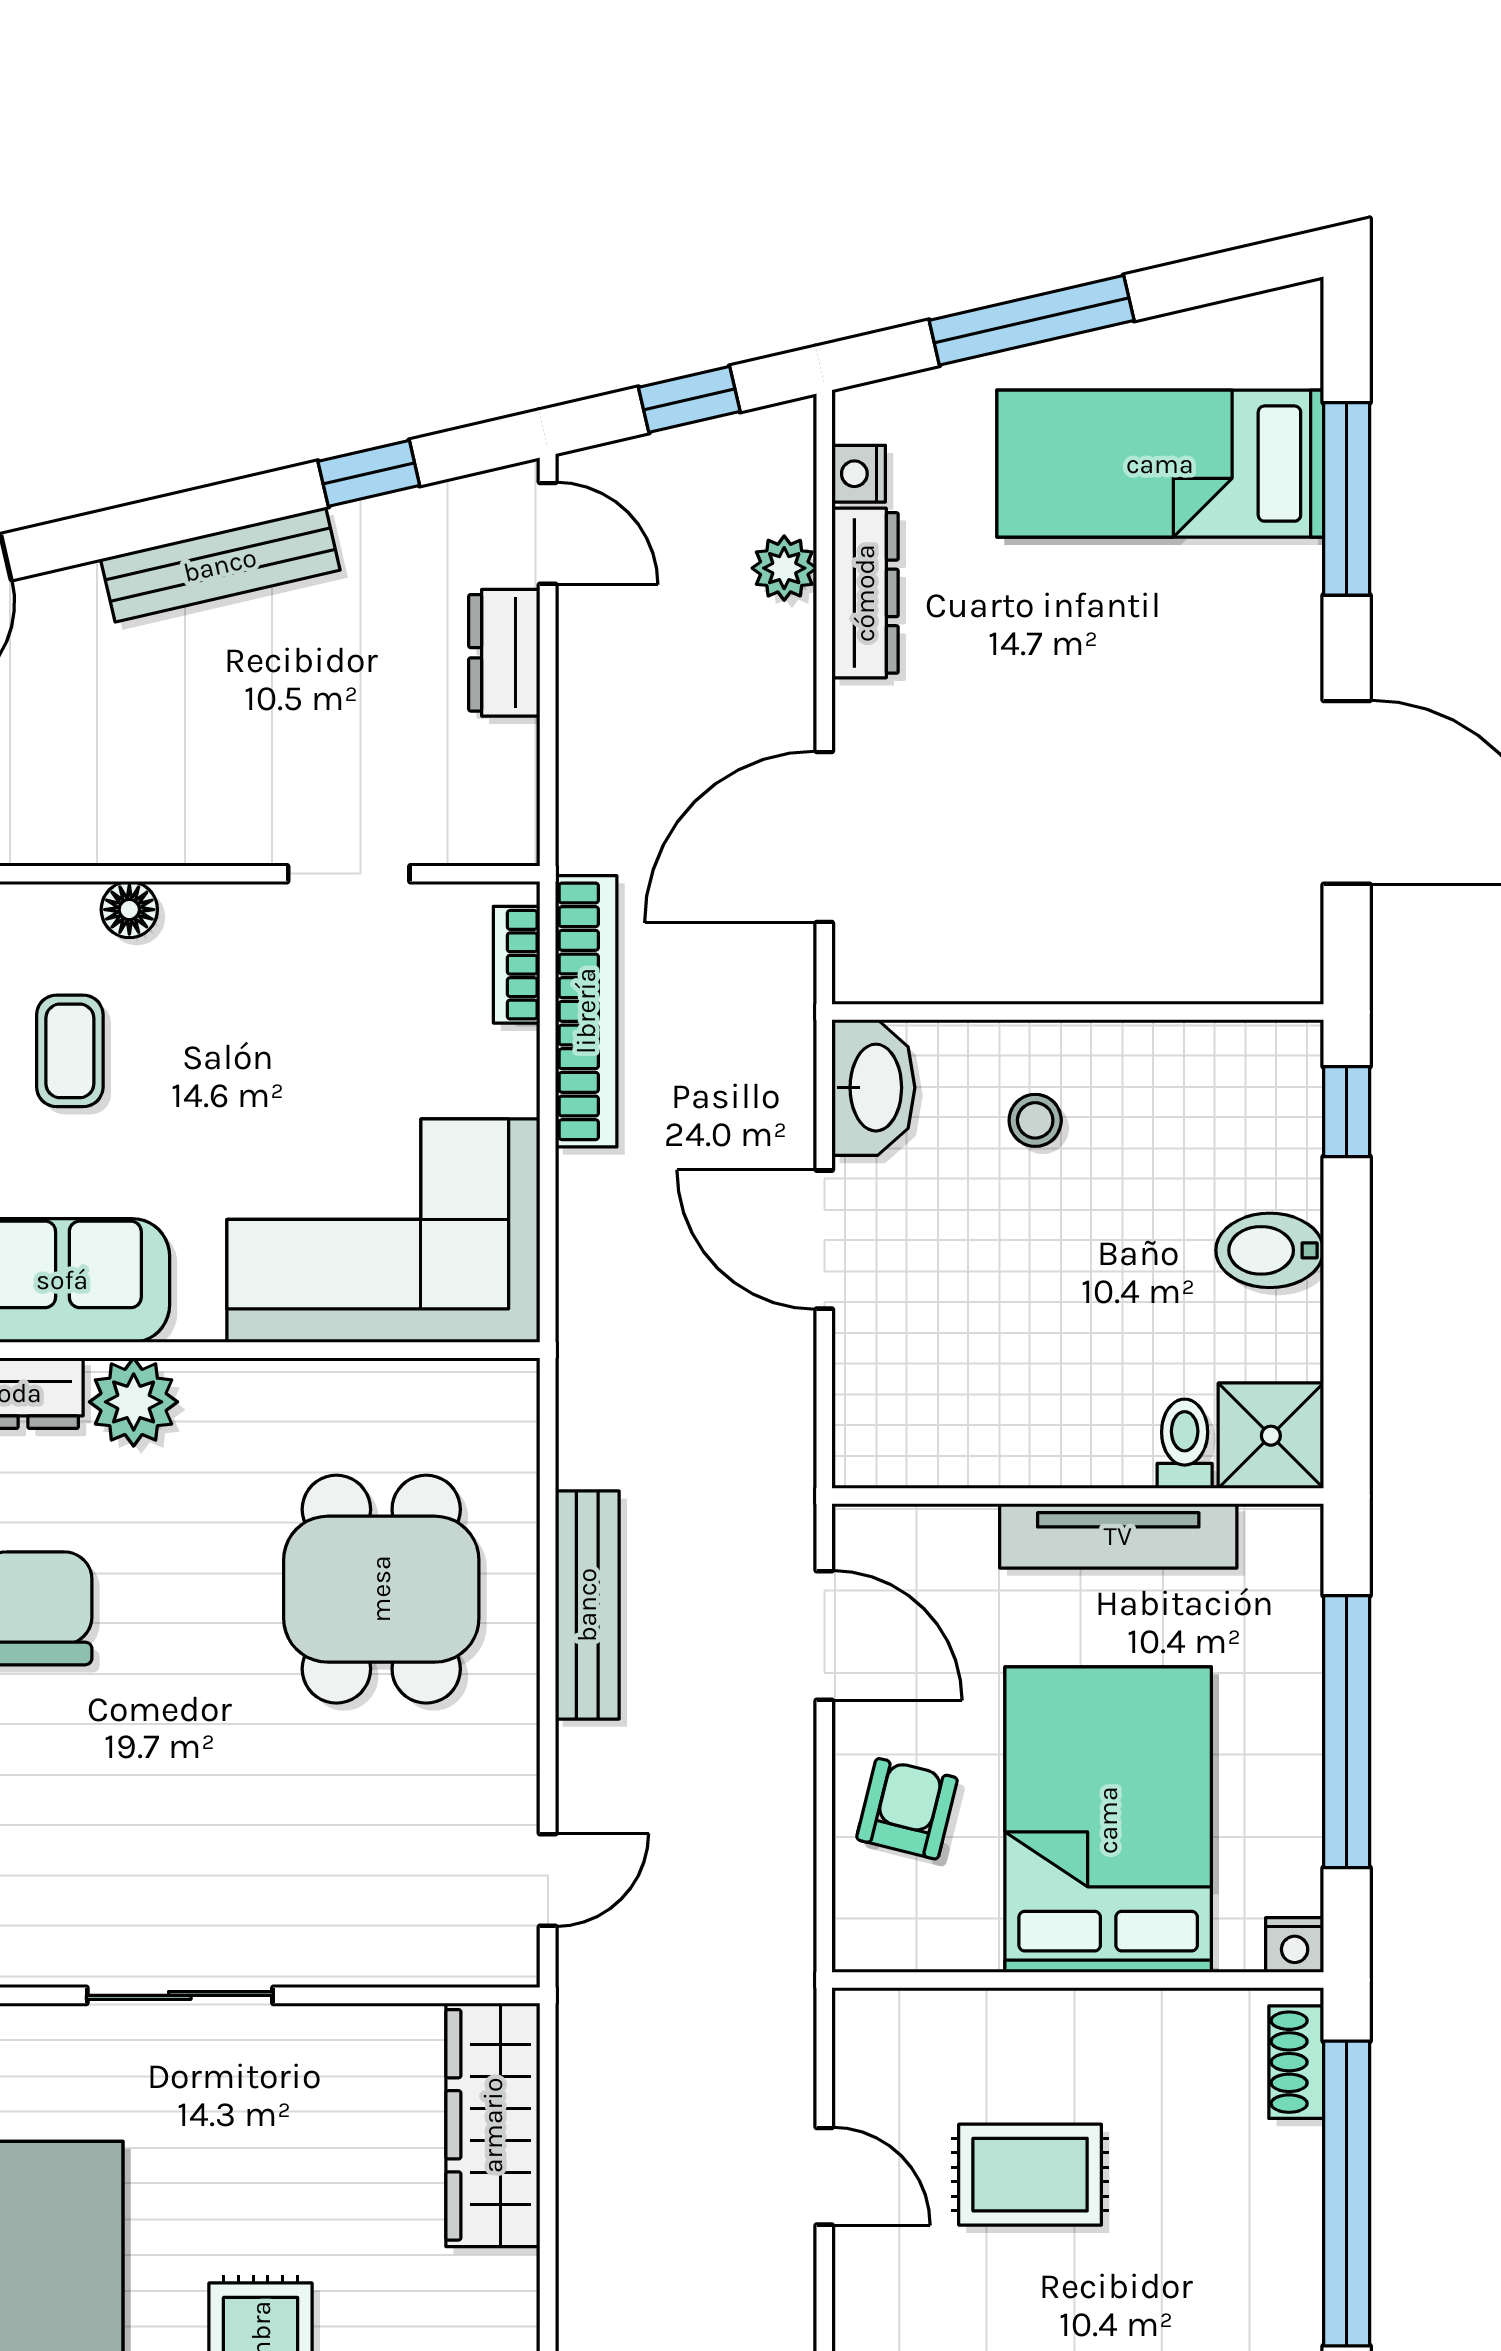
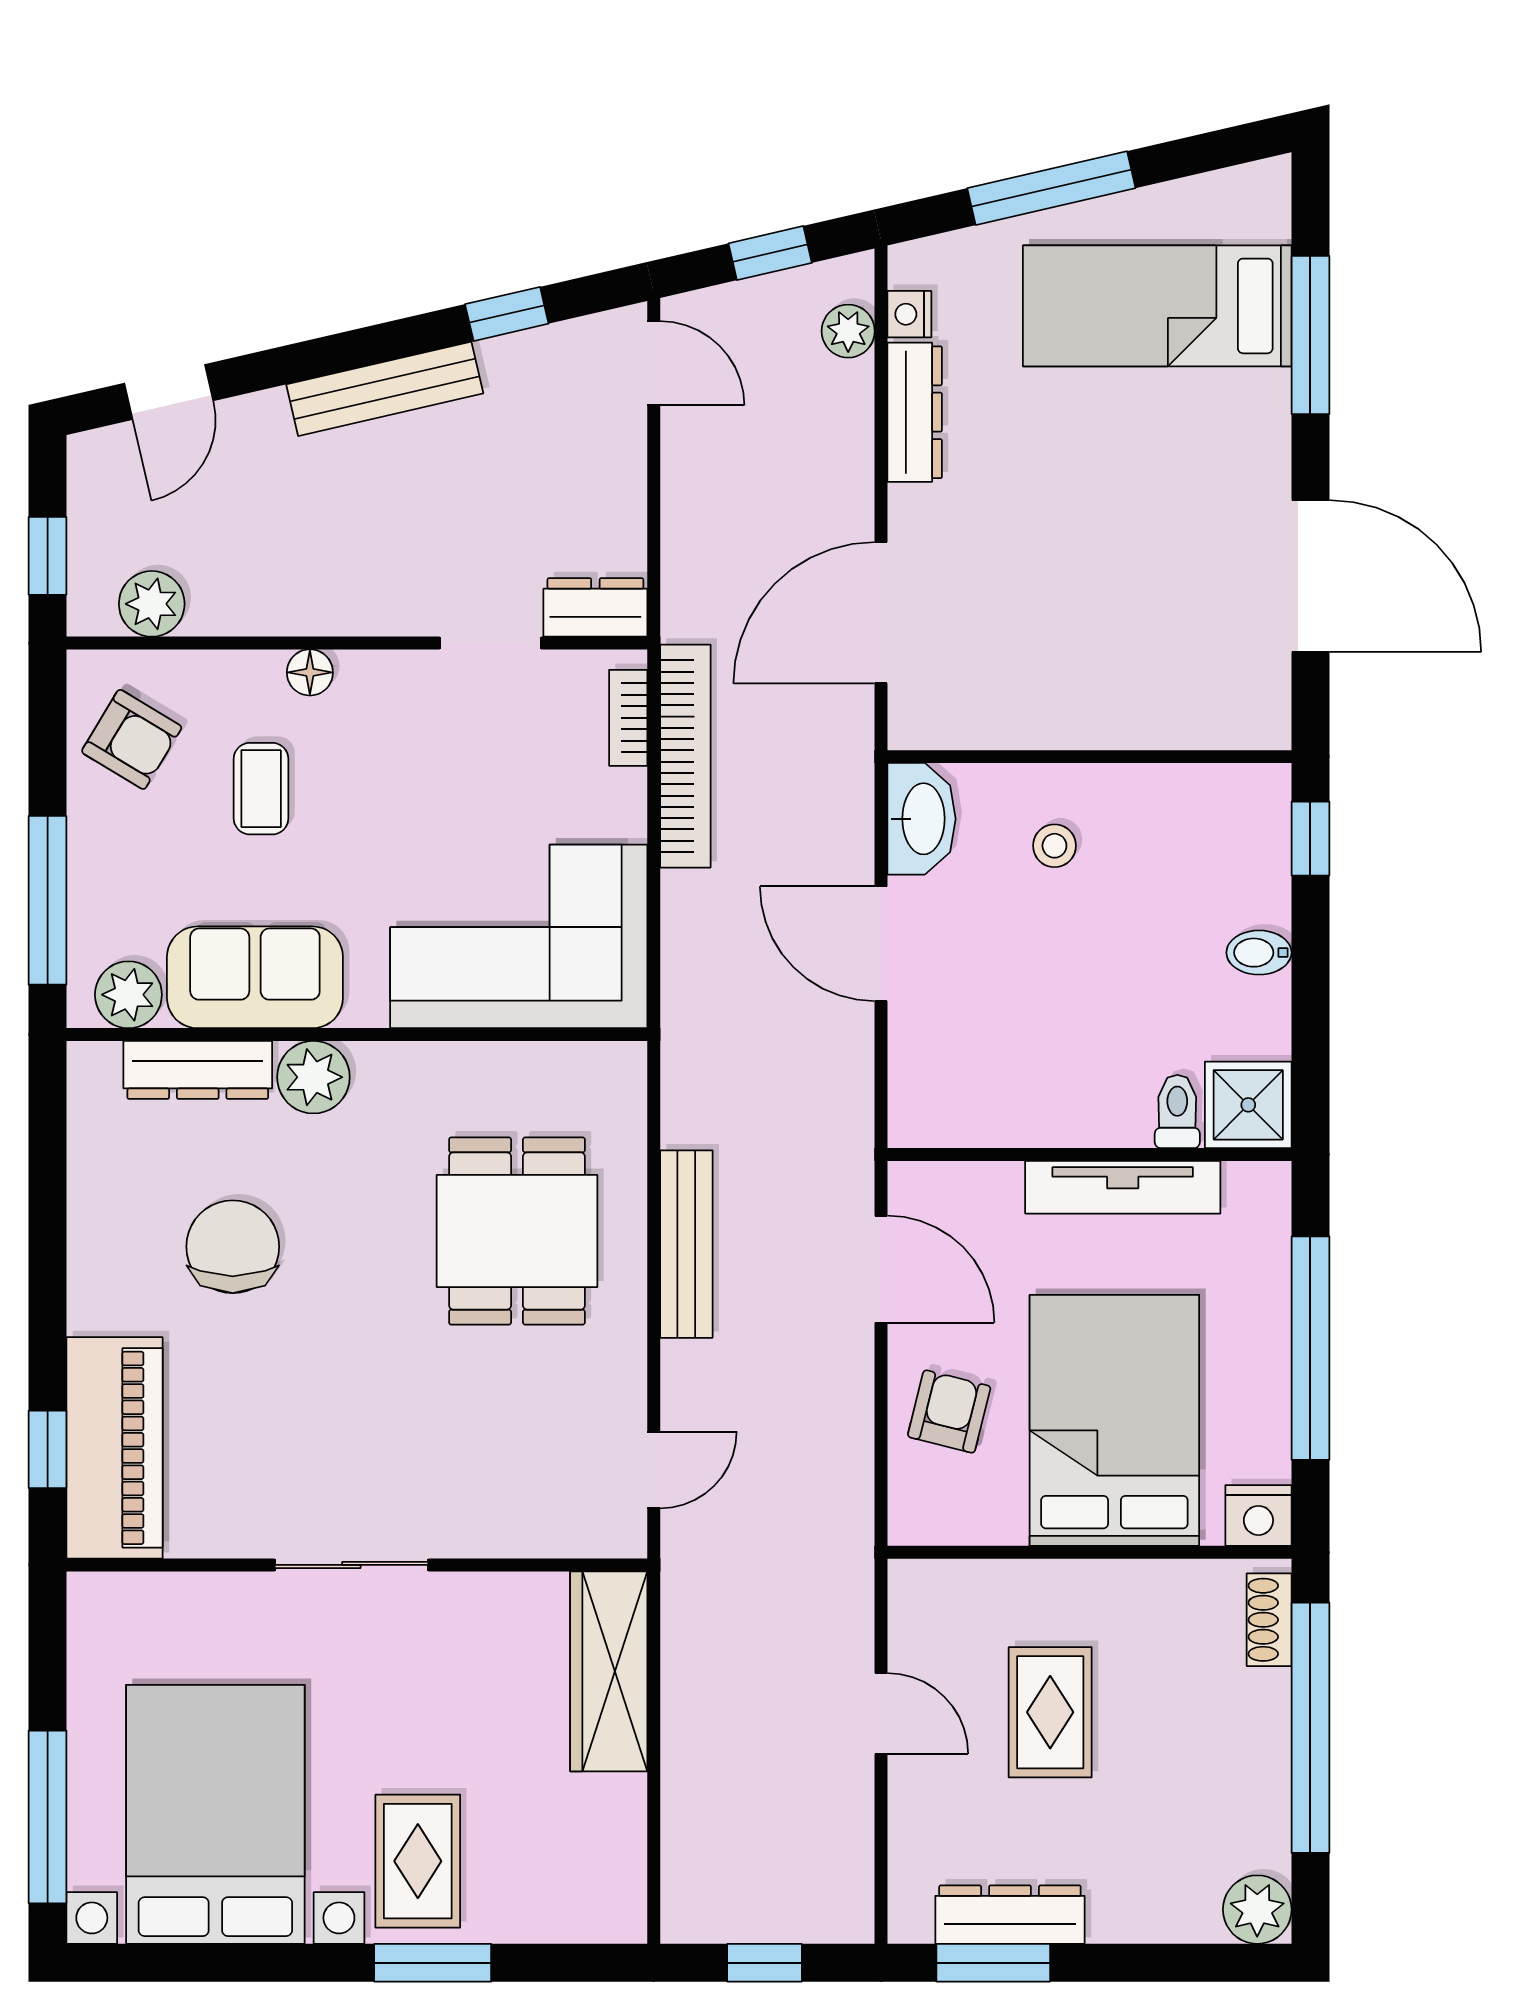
plant: (784, 568) -> (848, 331), moved
dresser: (504, 653) -> (595, 607), moved, turned 90
bidet: (1270, 1250) -> (1259, 953), width x0.72, depth x0.74
nightstand: (1295, 1945) -> (1258, 1516), width x1.39, depth x1.35
rug: (1030, 2175) -> (1050, 1712), turned 90

